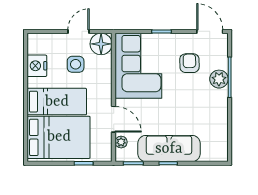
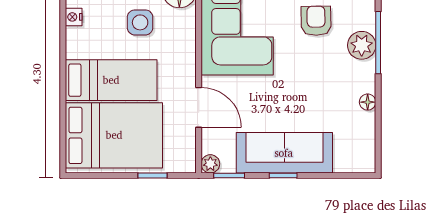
nightstand: (37, 66) -> (74, 17), width x0.53, depth x0.56
floor lamp: (223, 116) -> (368, 102), added
plant: (121, 142) -> (210, 164), moved

